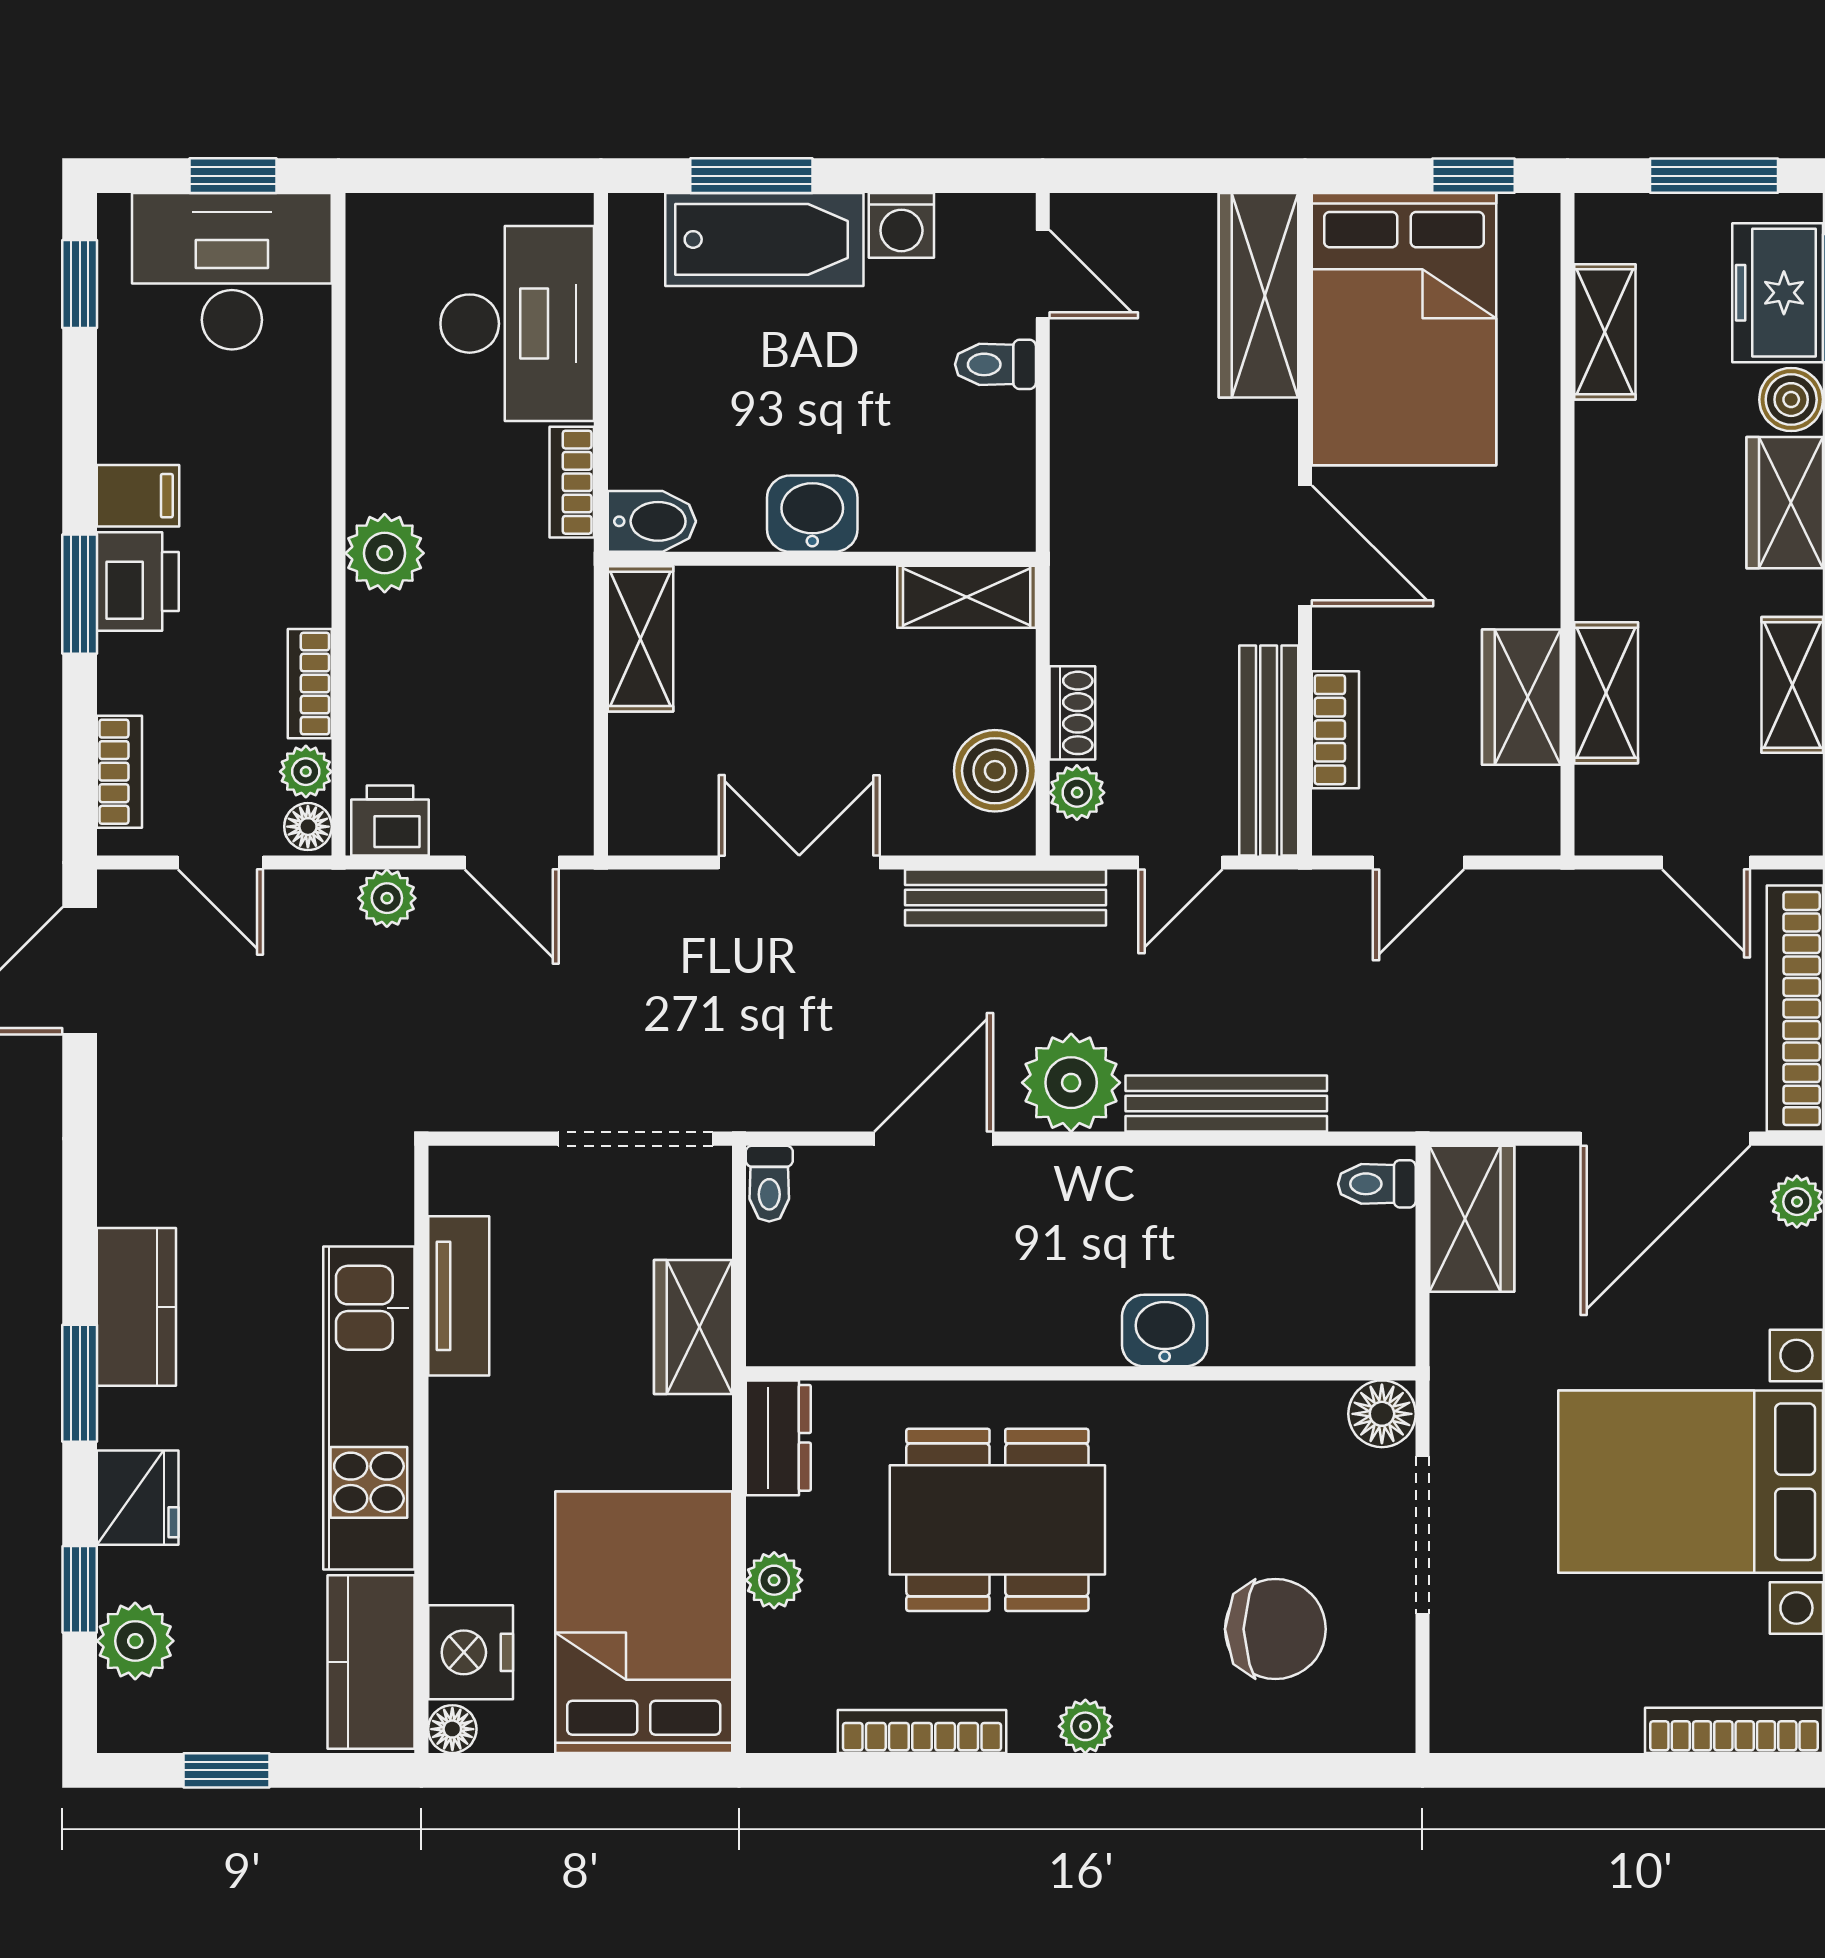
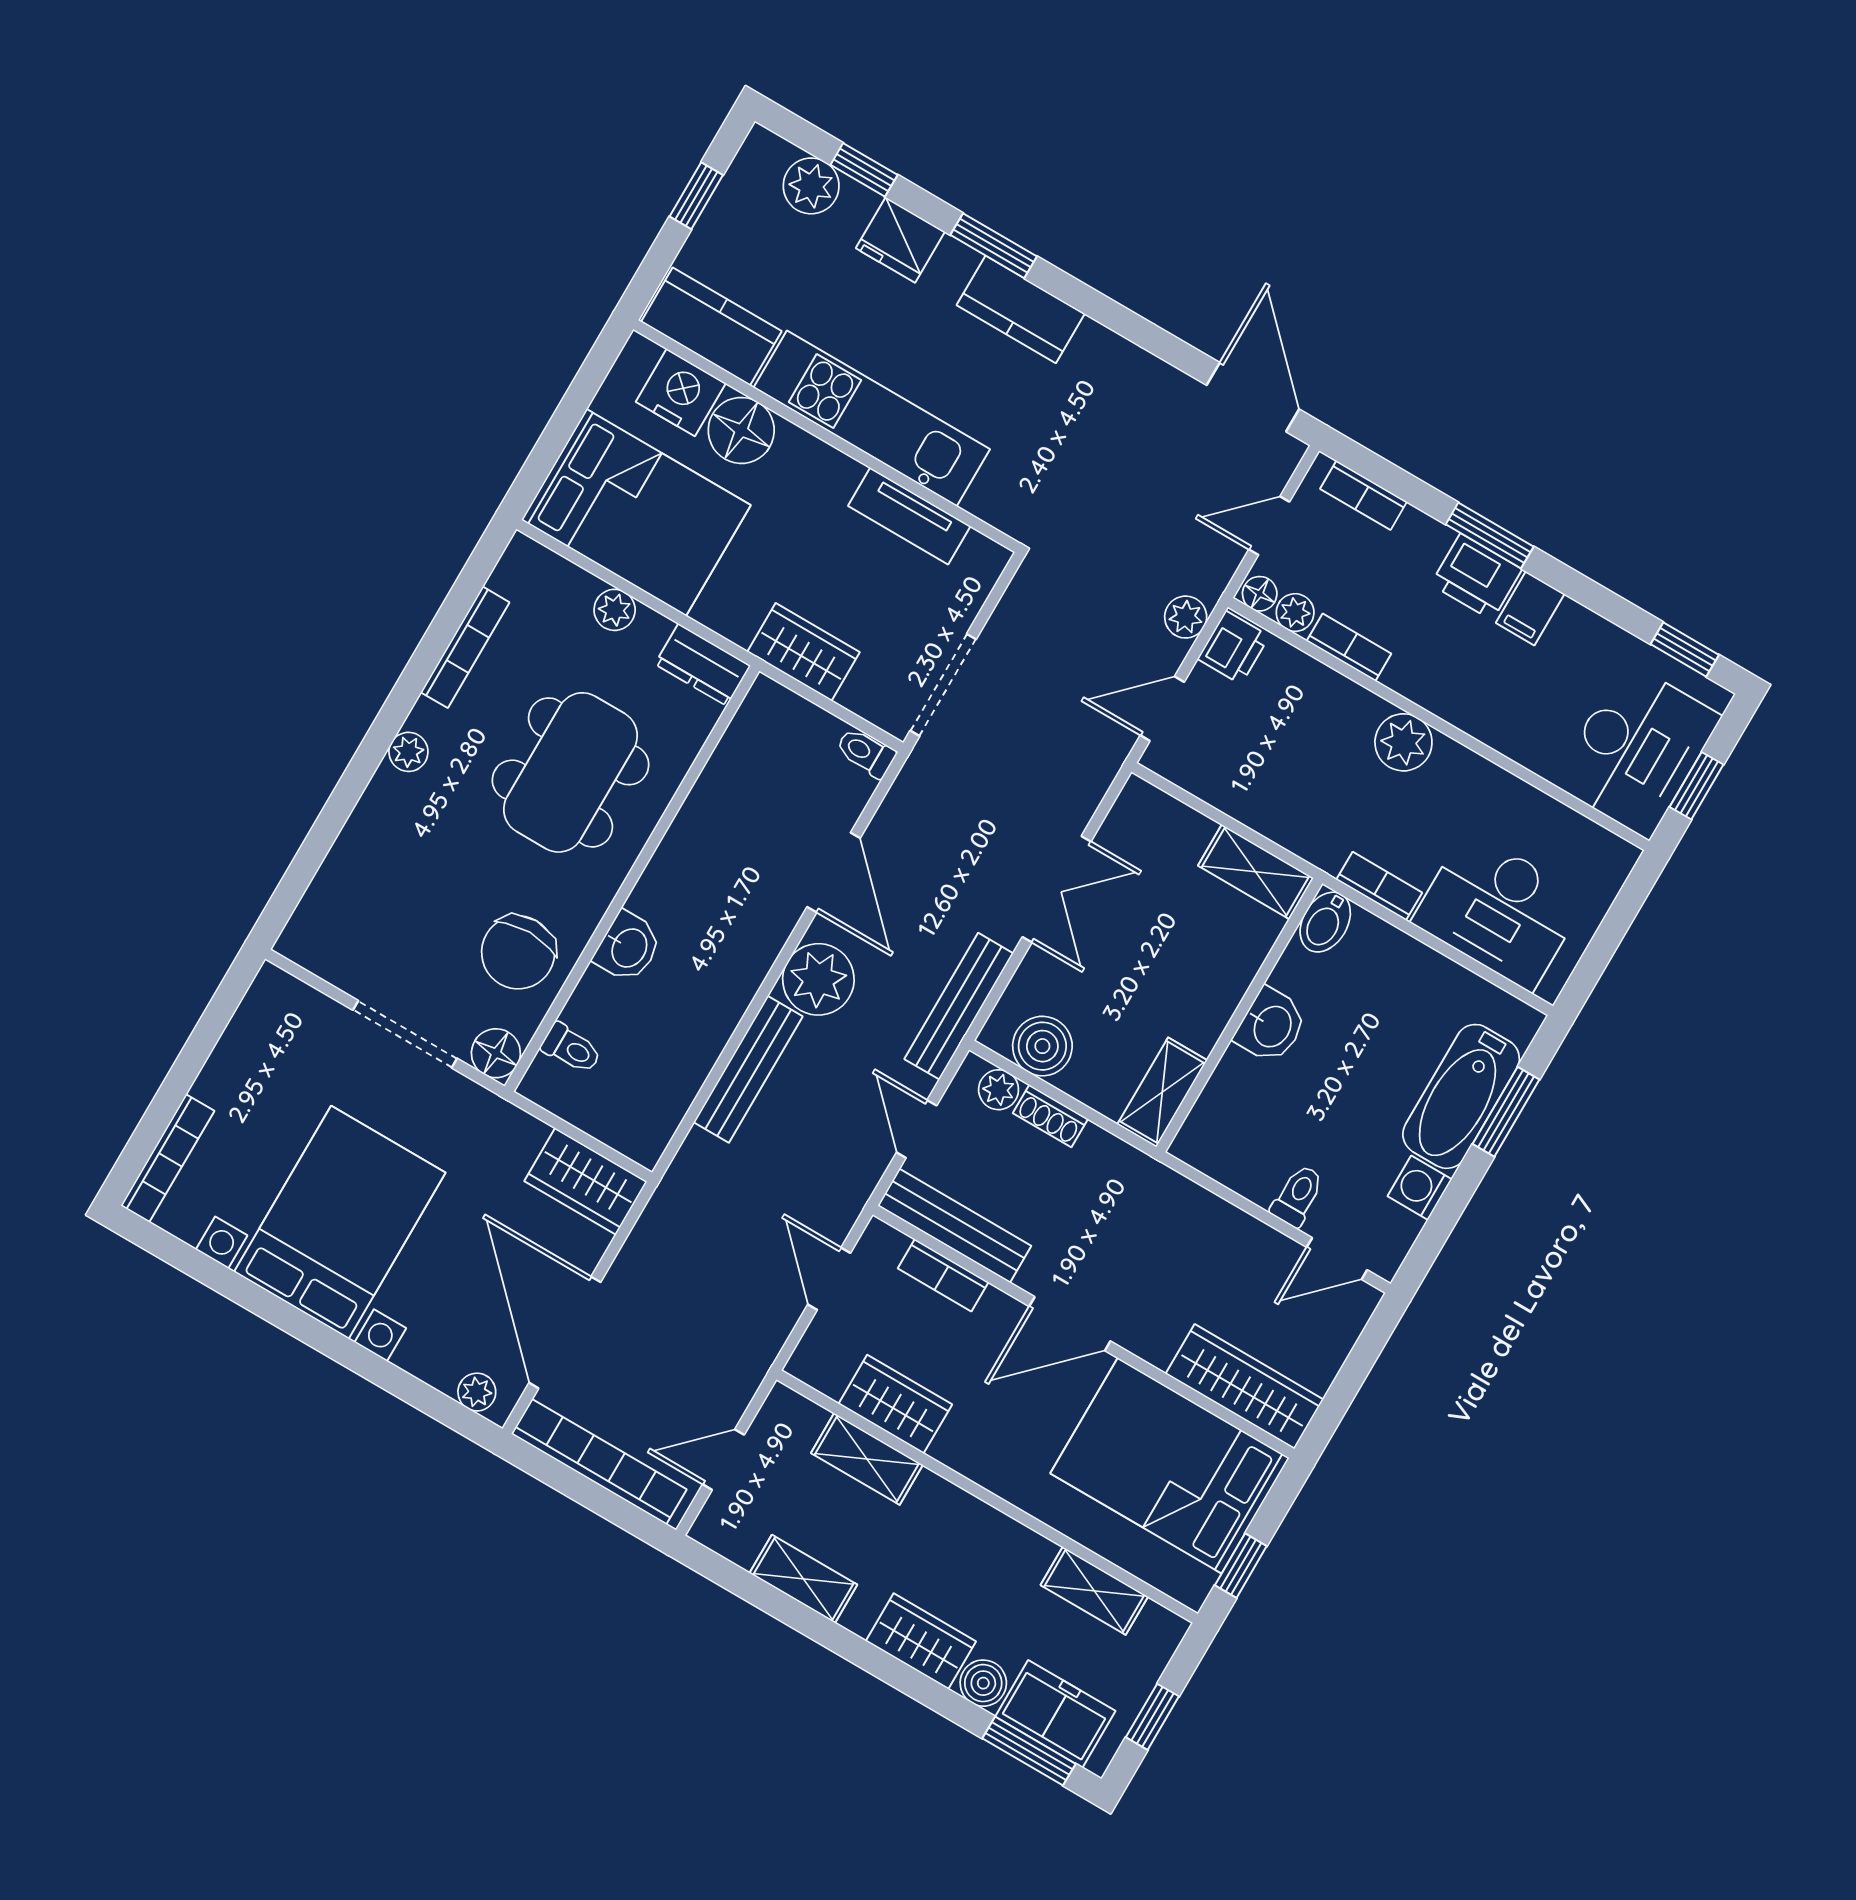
window: (1714, 176) -> (1152, 1717), width x0.67
toilet: (1377, 1184) -> (571, 1048), moved, turned 90
chair: (1275, 1629) -> (518, 952), moved
floor lamp: (452, 1729) -> (741, 430), moved, width x1.89, depth x1.89

